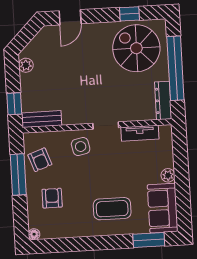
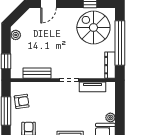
bench: (42, 119) -> (37, 73), moved
side table: (81, 147) -> (51, 94), removed
armchair: (40, 160) -> (22, 101), turned -78

